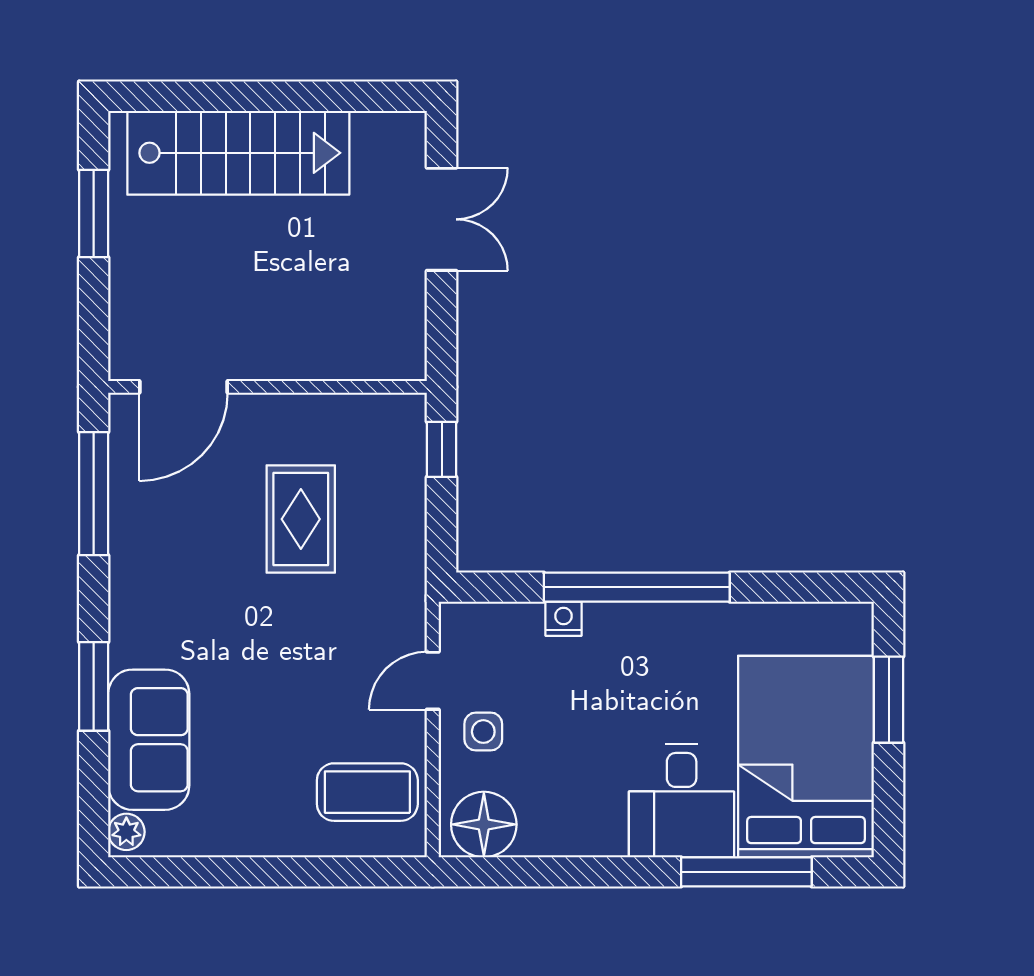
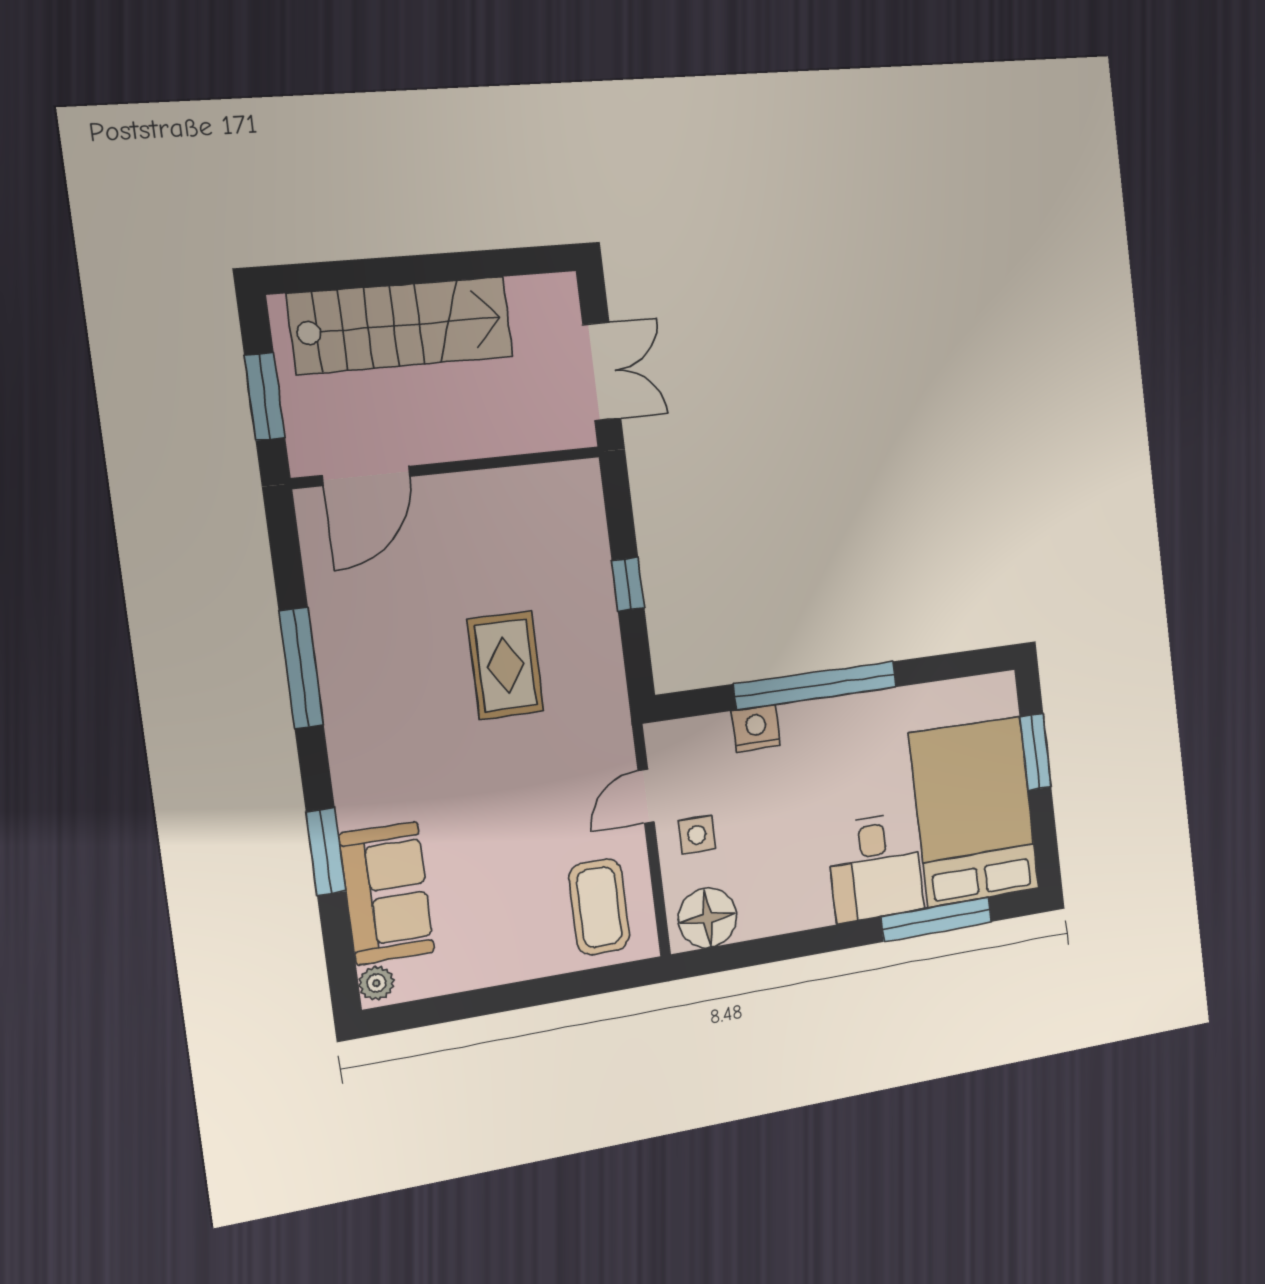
door: (183, 387) -> (366, 476), moved
wall: (268, 387) -> (448, 467), moved
nightstand: (564, 619) -> (756, 728), width x1.39, depth x1.35
coffee table: (367, 792) -> (599, 907), turned 90

